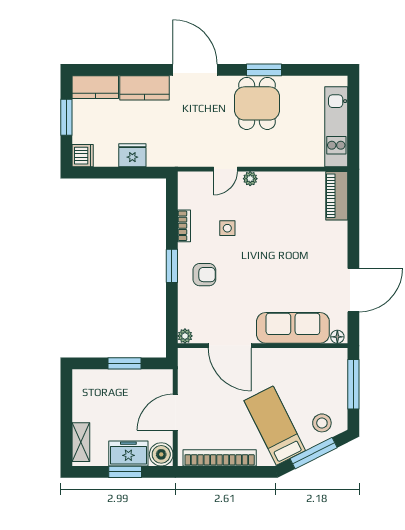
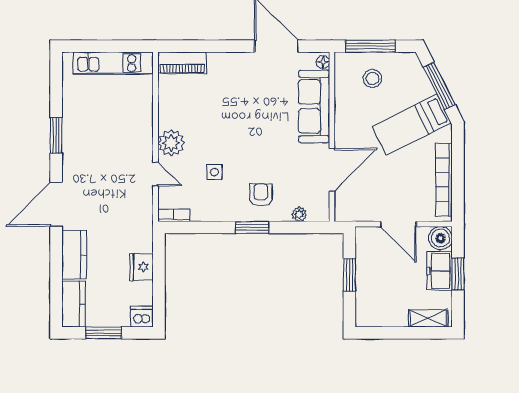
dining table: (257, 103) -> (90, 142), removed
plant: (250, 179) -> (171, 143), width x1.88, depth x1.88
bookcase: (184, 226) -> (174, 215), moved
plant: (185, 336) -> (299, 214), moved
stool: (322, 423) -> (372, 78), moved

